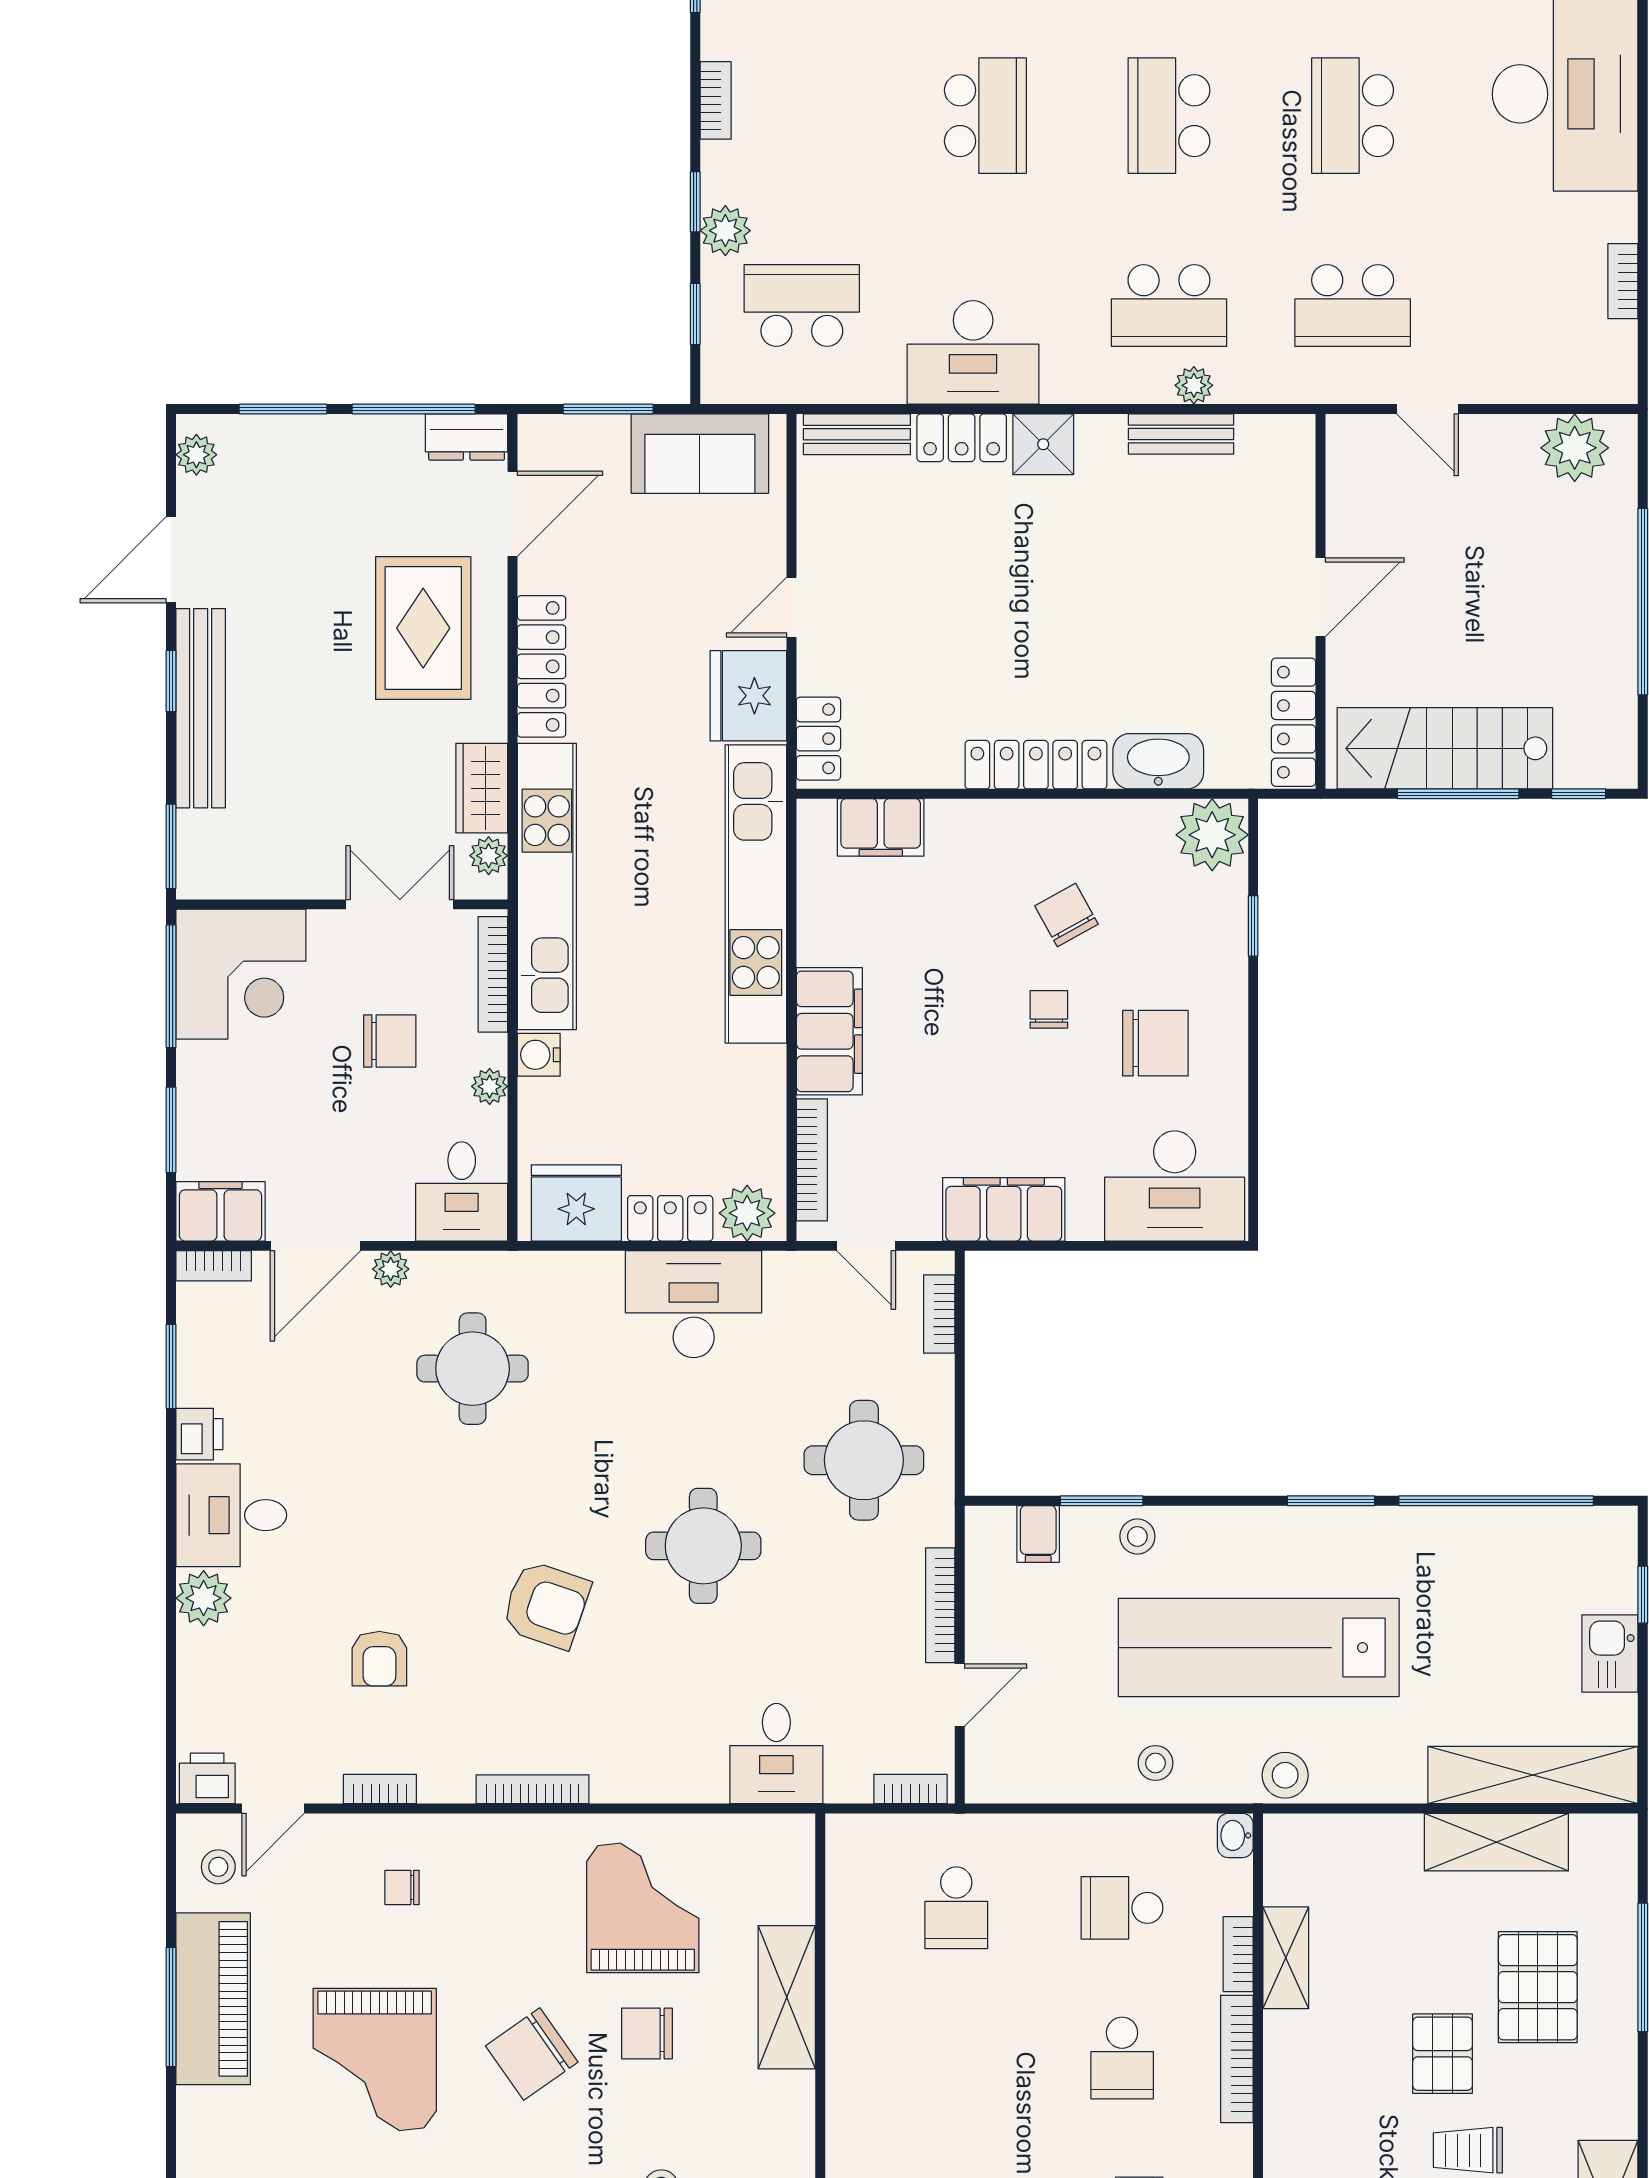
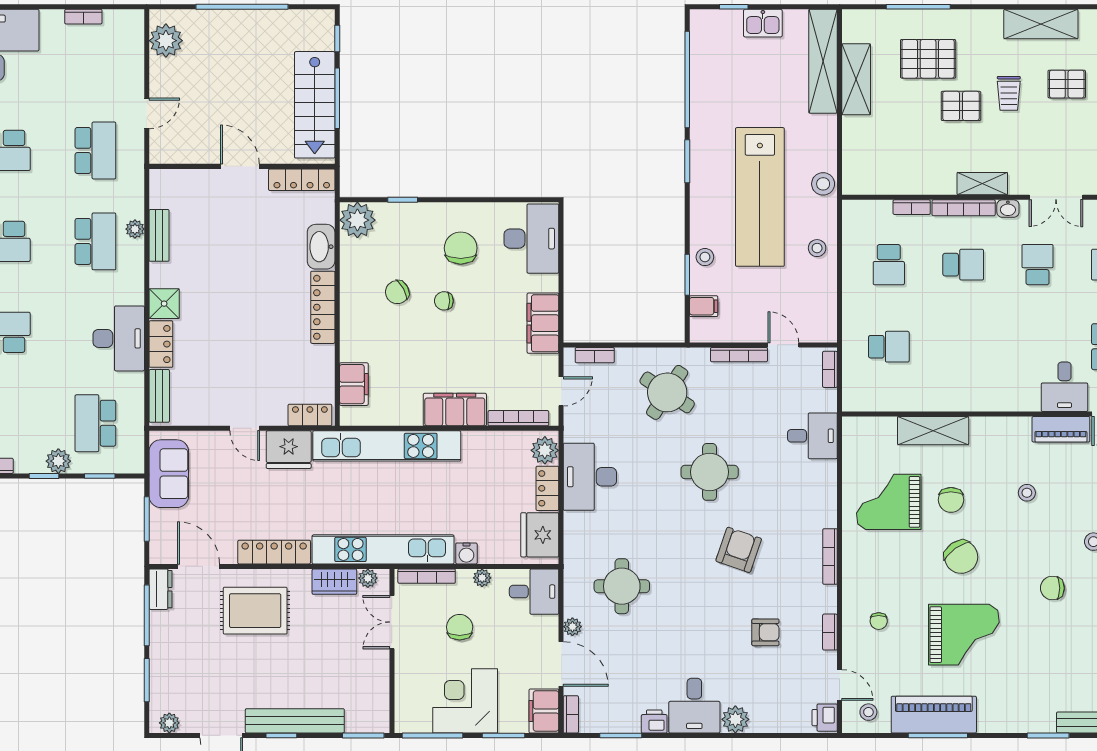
corner desk: (241, 974) -> (465, 701), moved, turned -90
round table: (864, 1460) -> (667, 392), turned 33
washbasin: (1235, 1835) -> (1008, 209), moved
shelving: (1286, 1958) -> (982, 184), moved

